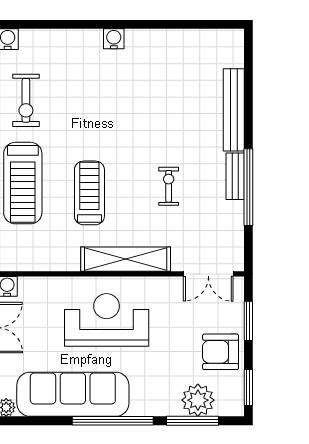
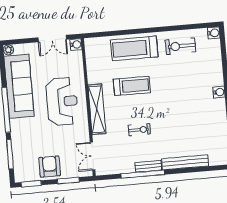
plant: (198, 400) -> (22, 156), removed

